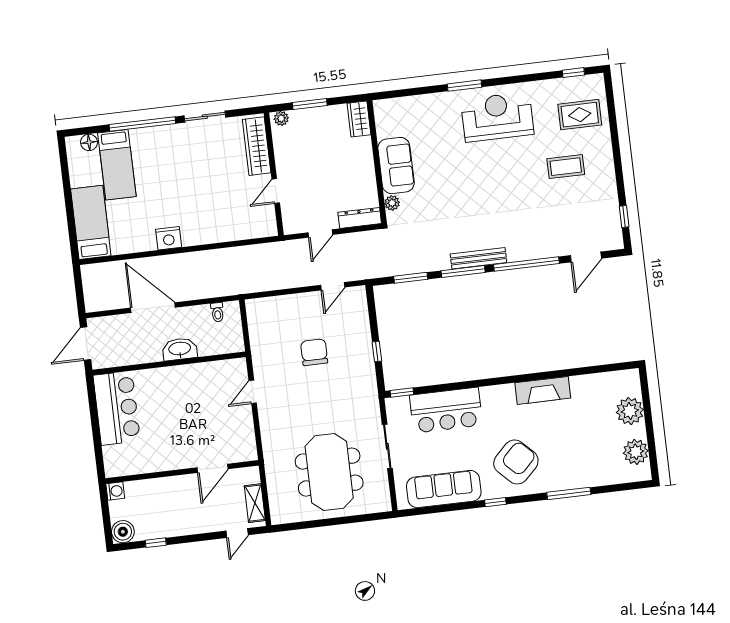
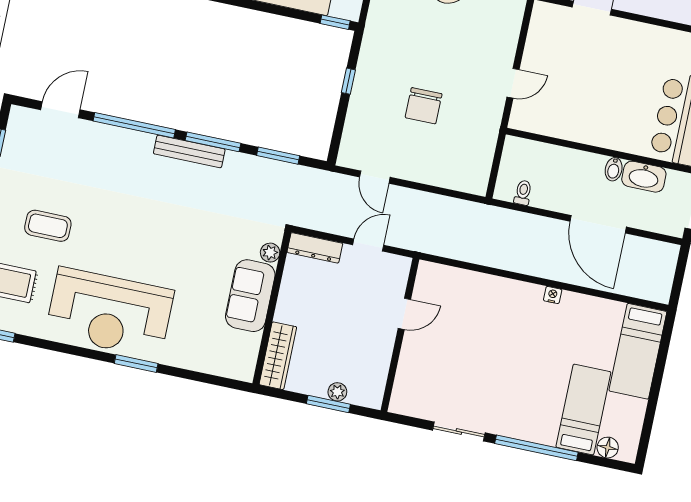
reception desk: (497, 117) -> (110, 313), width x1.36, depth x1.30
plant: (281, 118) -> (337, 392), moved
wardrobe: (359, 119) -> (278, 356), width x1.50
wardrobe: (257, 146) -> (409, 375), removed
nightstand: (169, 238) -> (553, 295), width x0.53, depth x0.56
door: (333, 286) -> (375, 177), swing flipped
washbasin: (180, 349) -> (644, 177), moved
bidet: (155, 353) -> (614, 169), added

